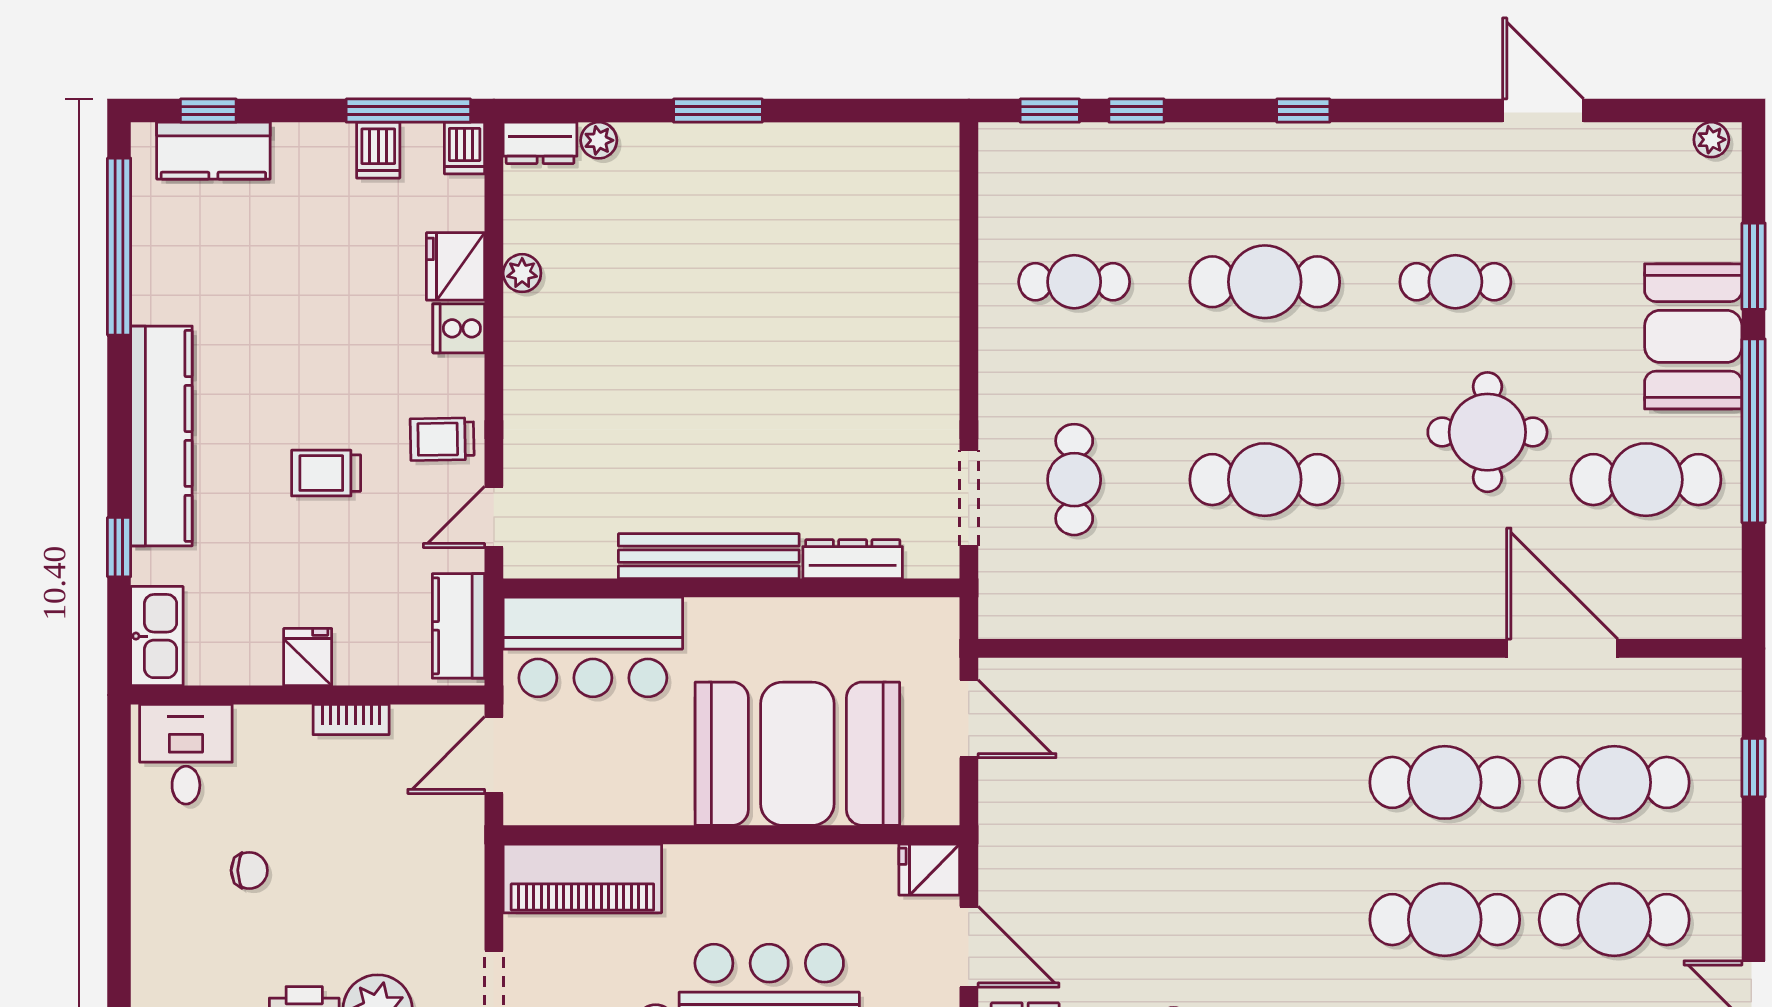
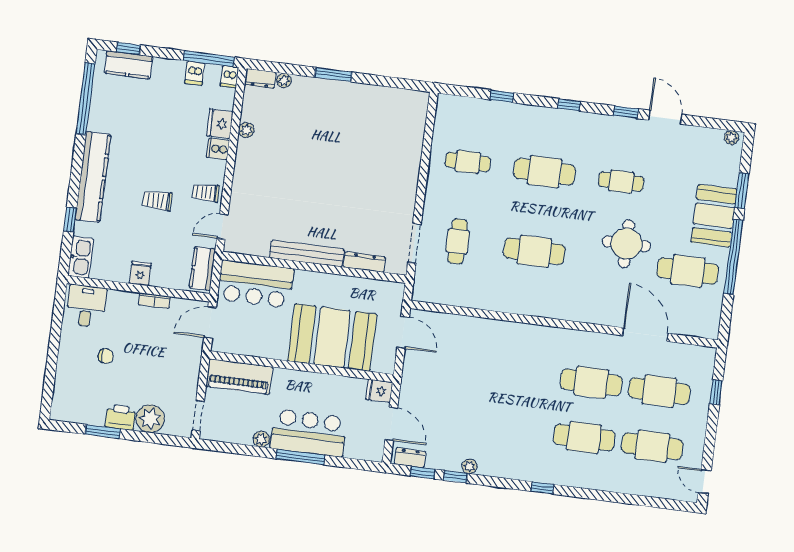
window: (1050, 111) -> (626, 112), moved

